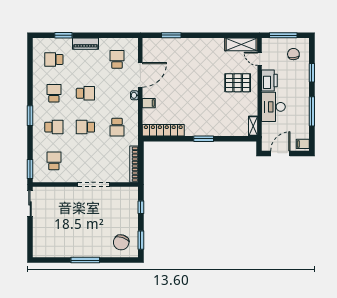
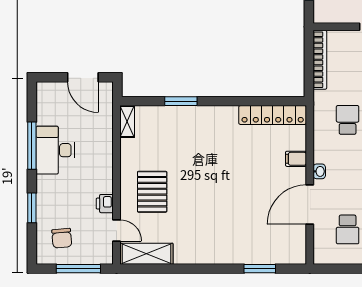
printer: (269, 80) -> (105, 204), width x0.53, depth x0.68
pallet: (238, 83) -> (152, 192), turned 90
desk: (273, 107) -> (55, 150), moved, turned 180
window: (204, 139) -> (181, 101), moved
filing cabinet: (303, 144) -> (47, 93), removed
door: (280, 153) -> (83, 77), hinge flipped

